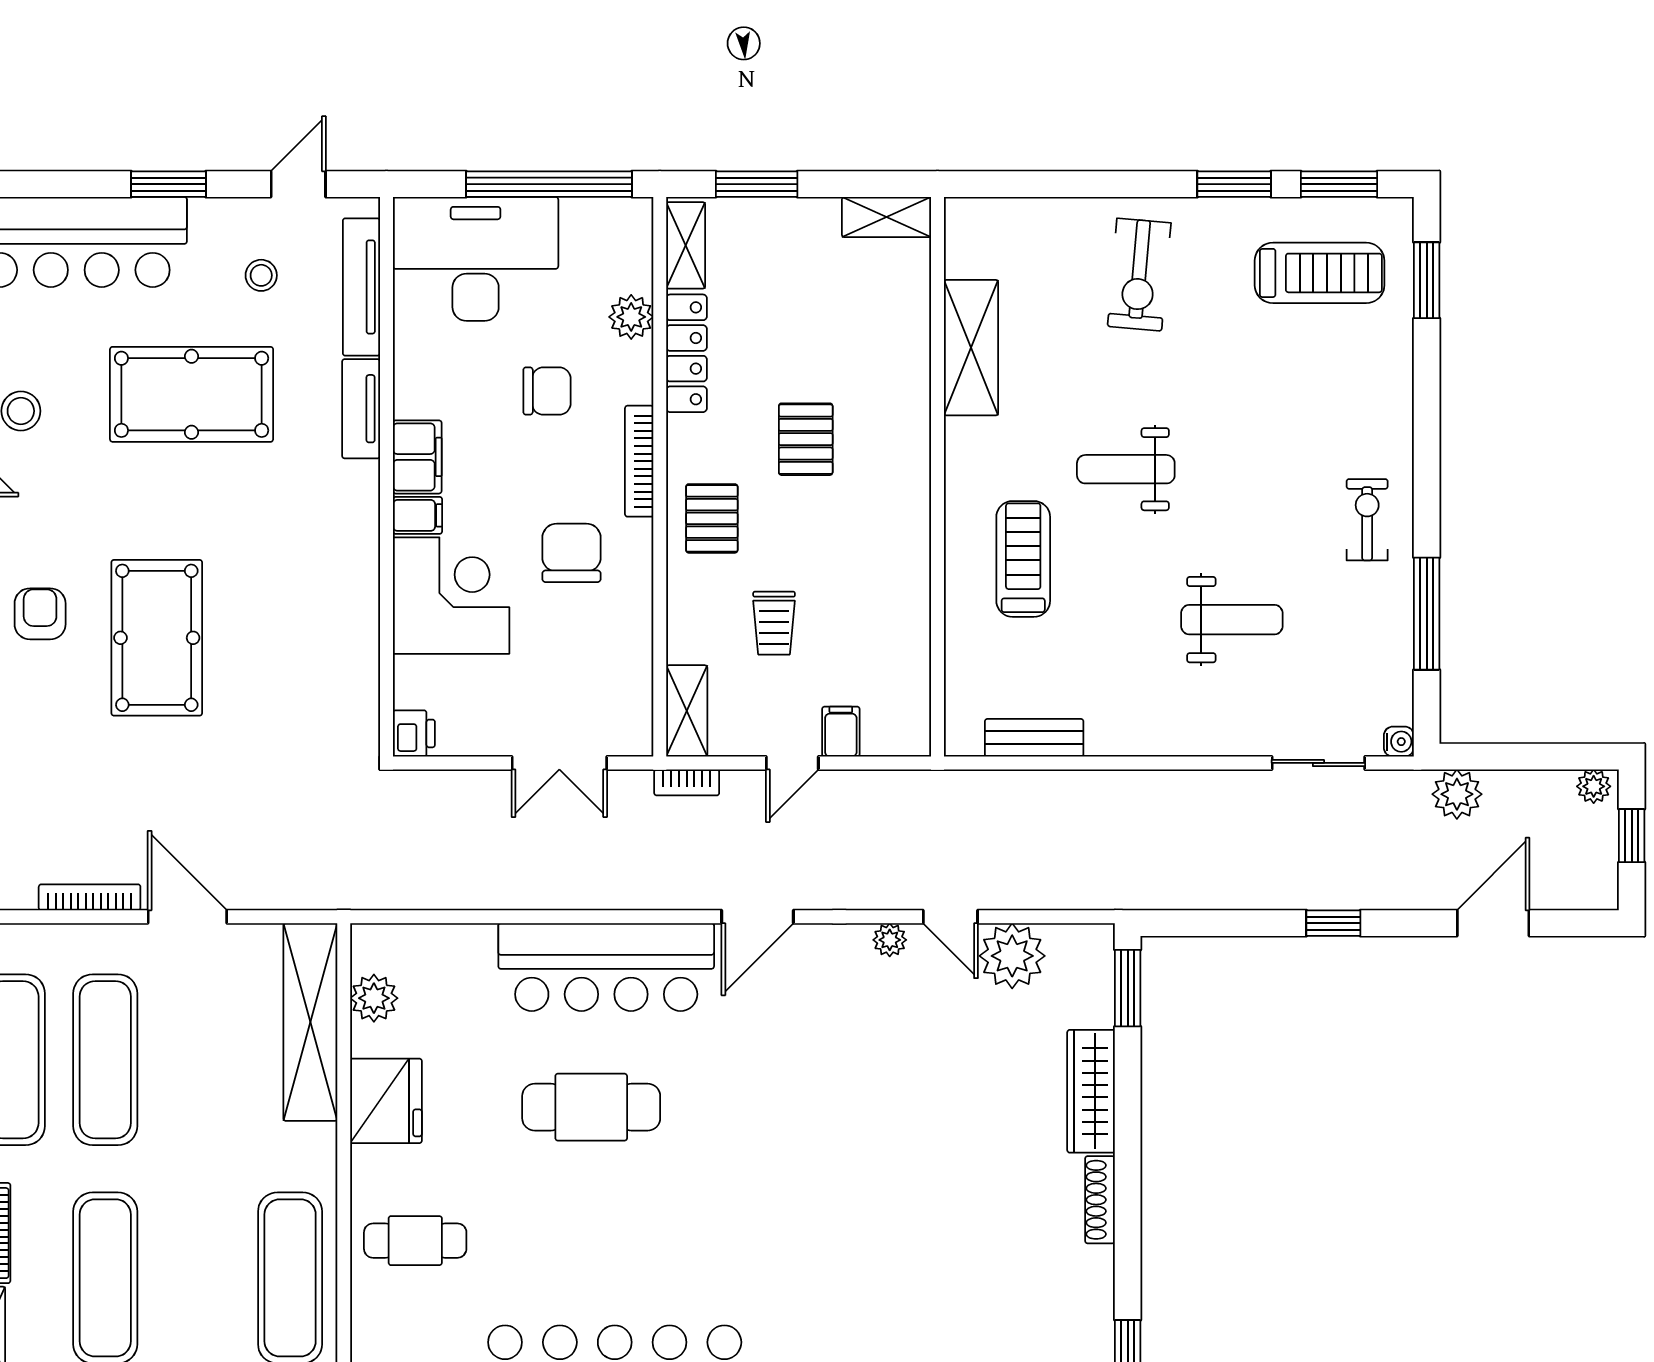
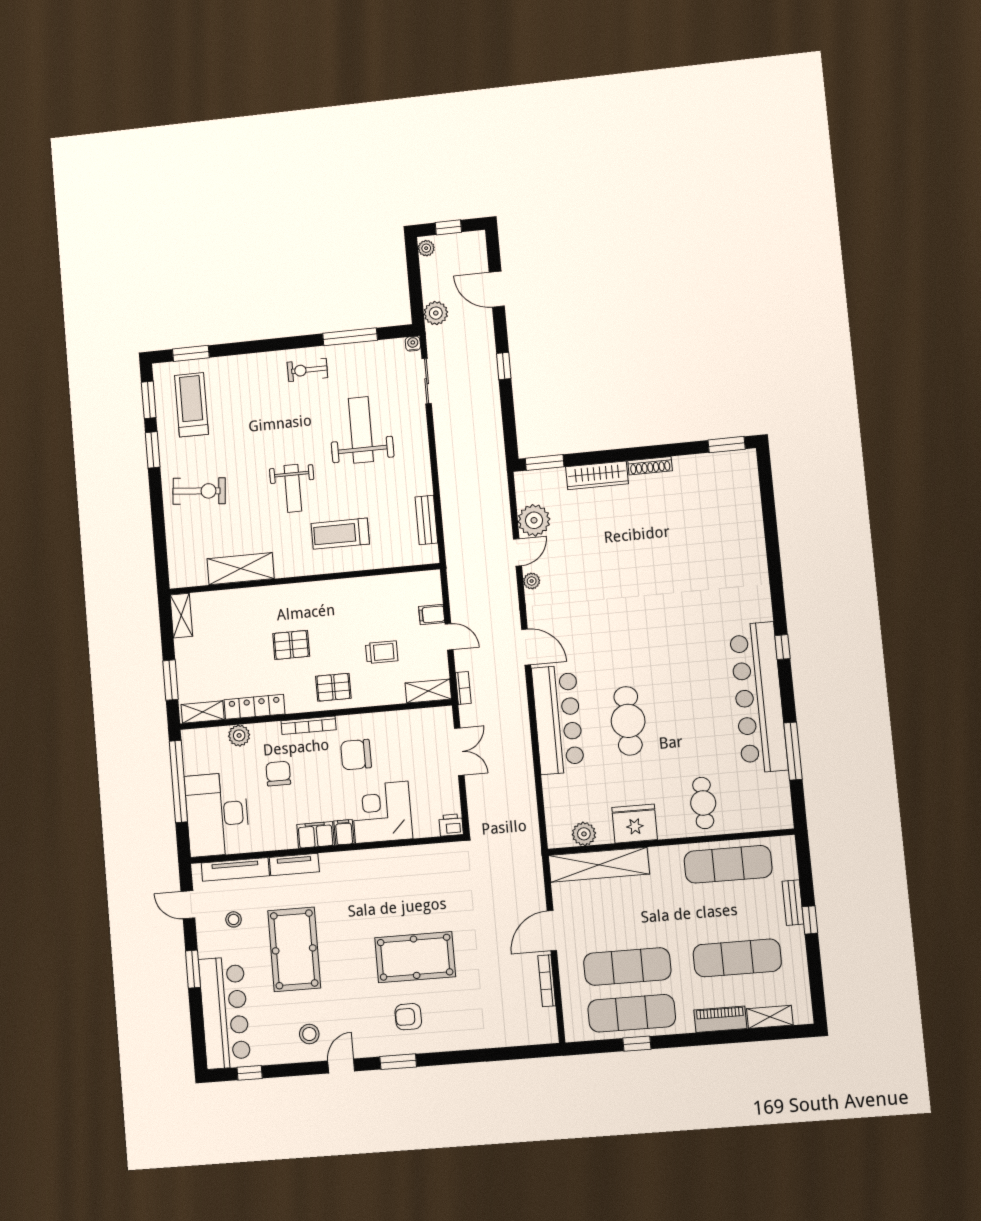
weight bench: (1232, 620) -> (361, 430), width x1.36, depth x1.33

